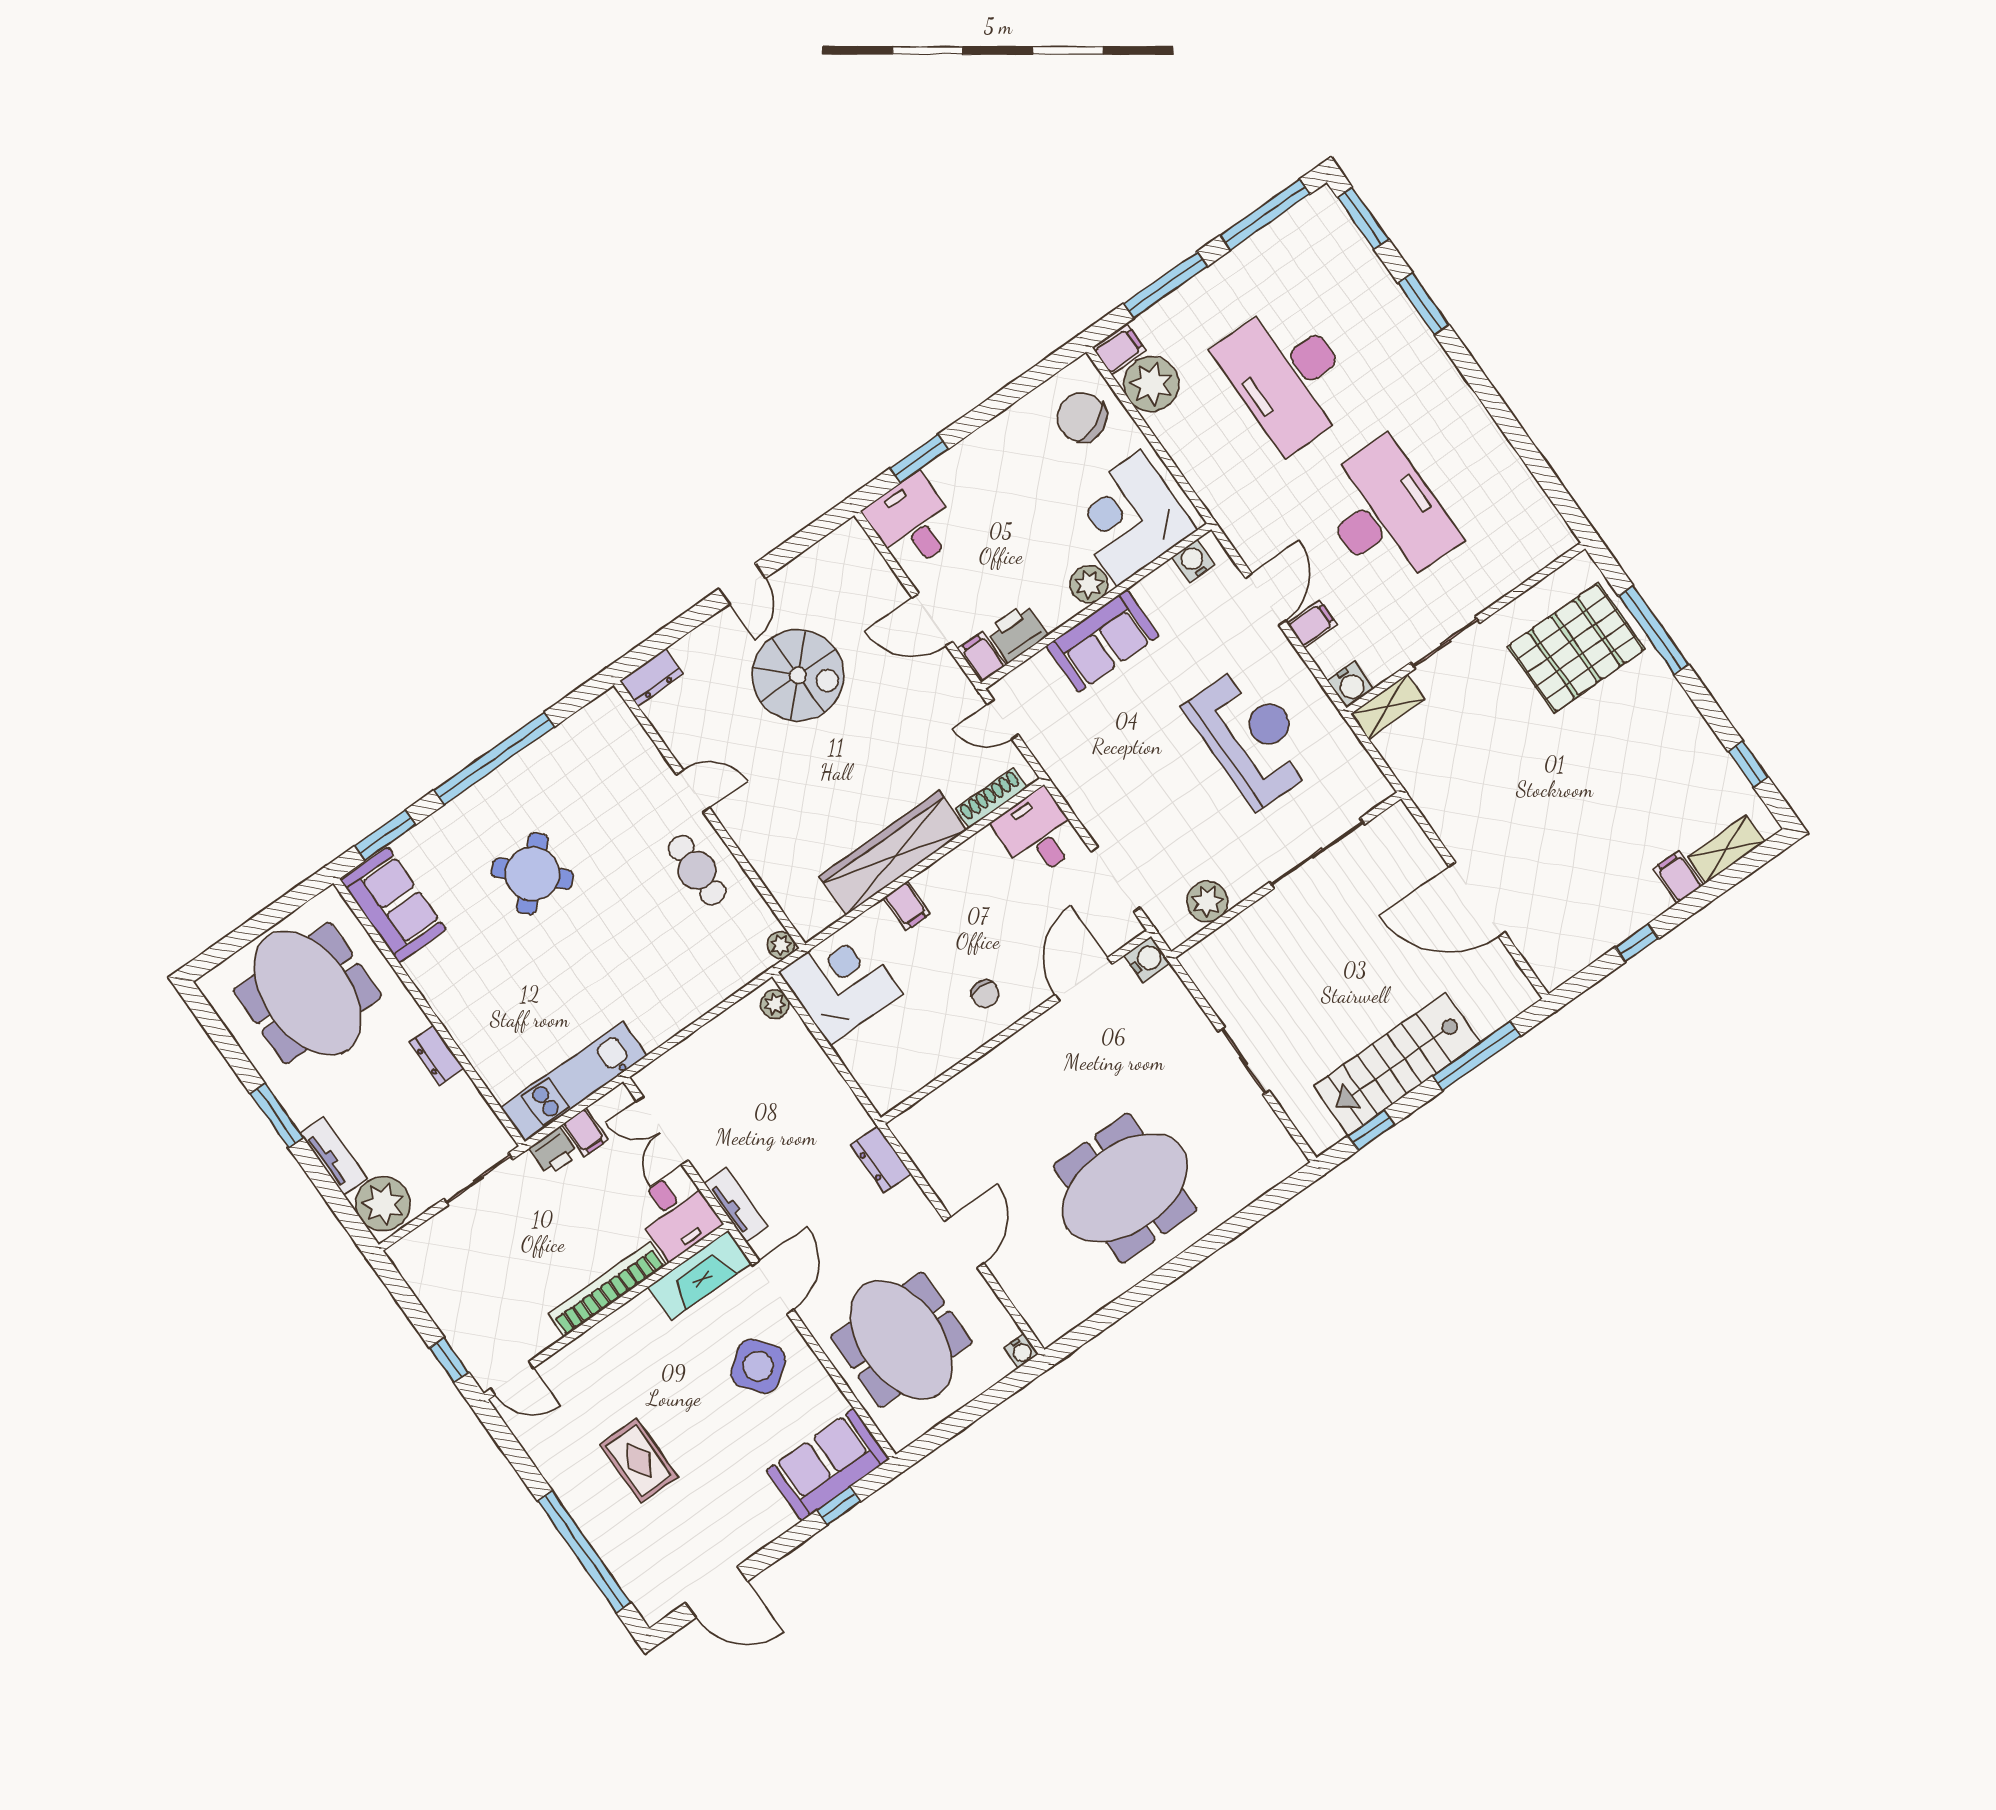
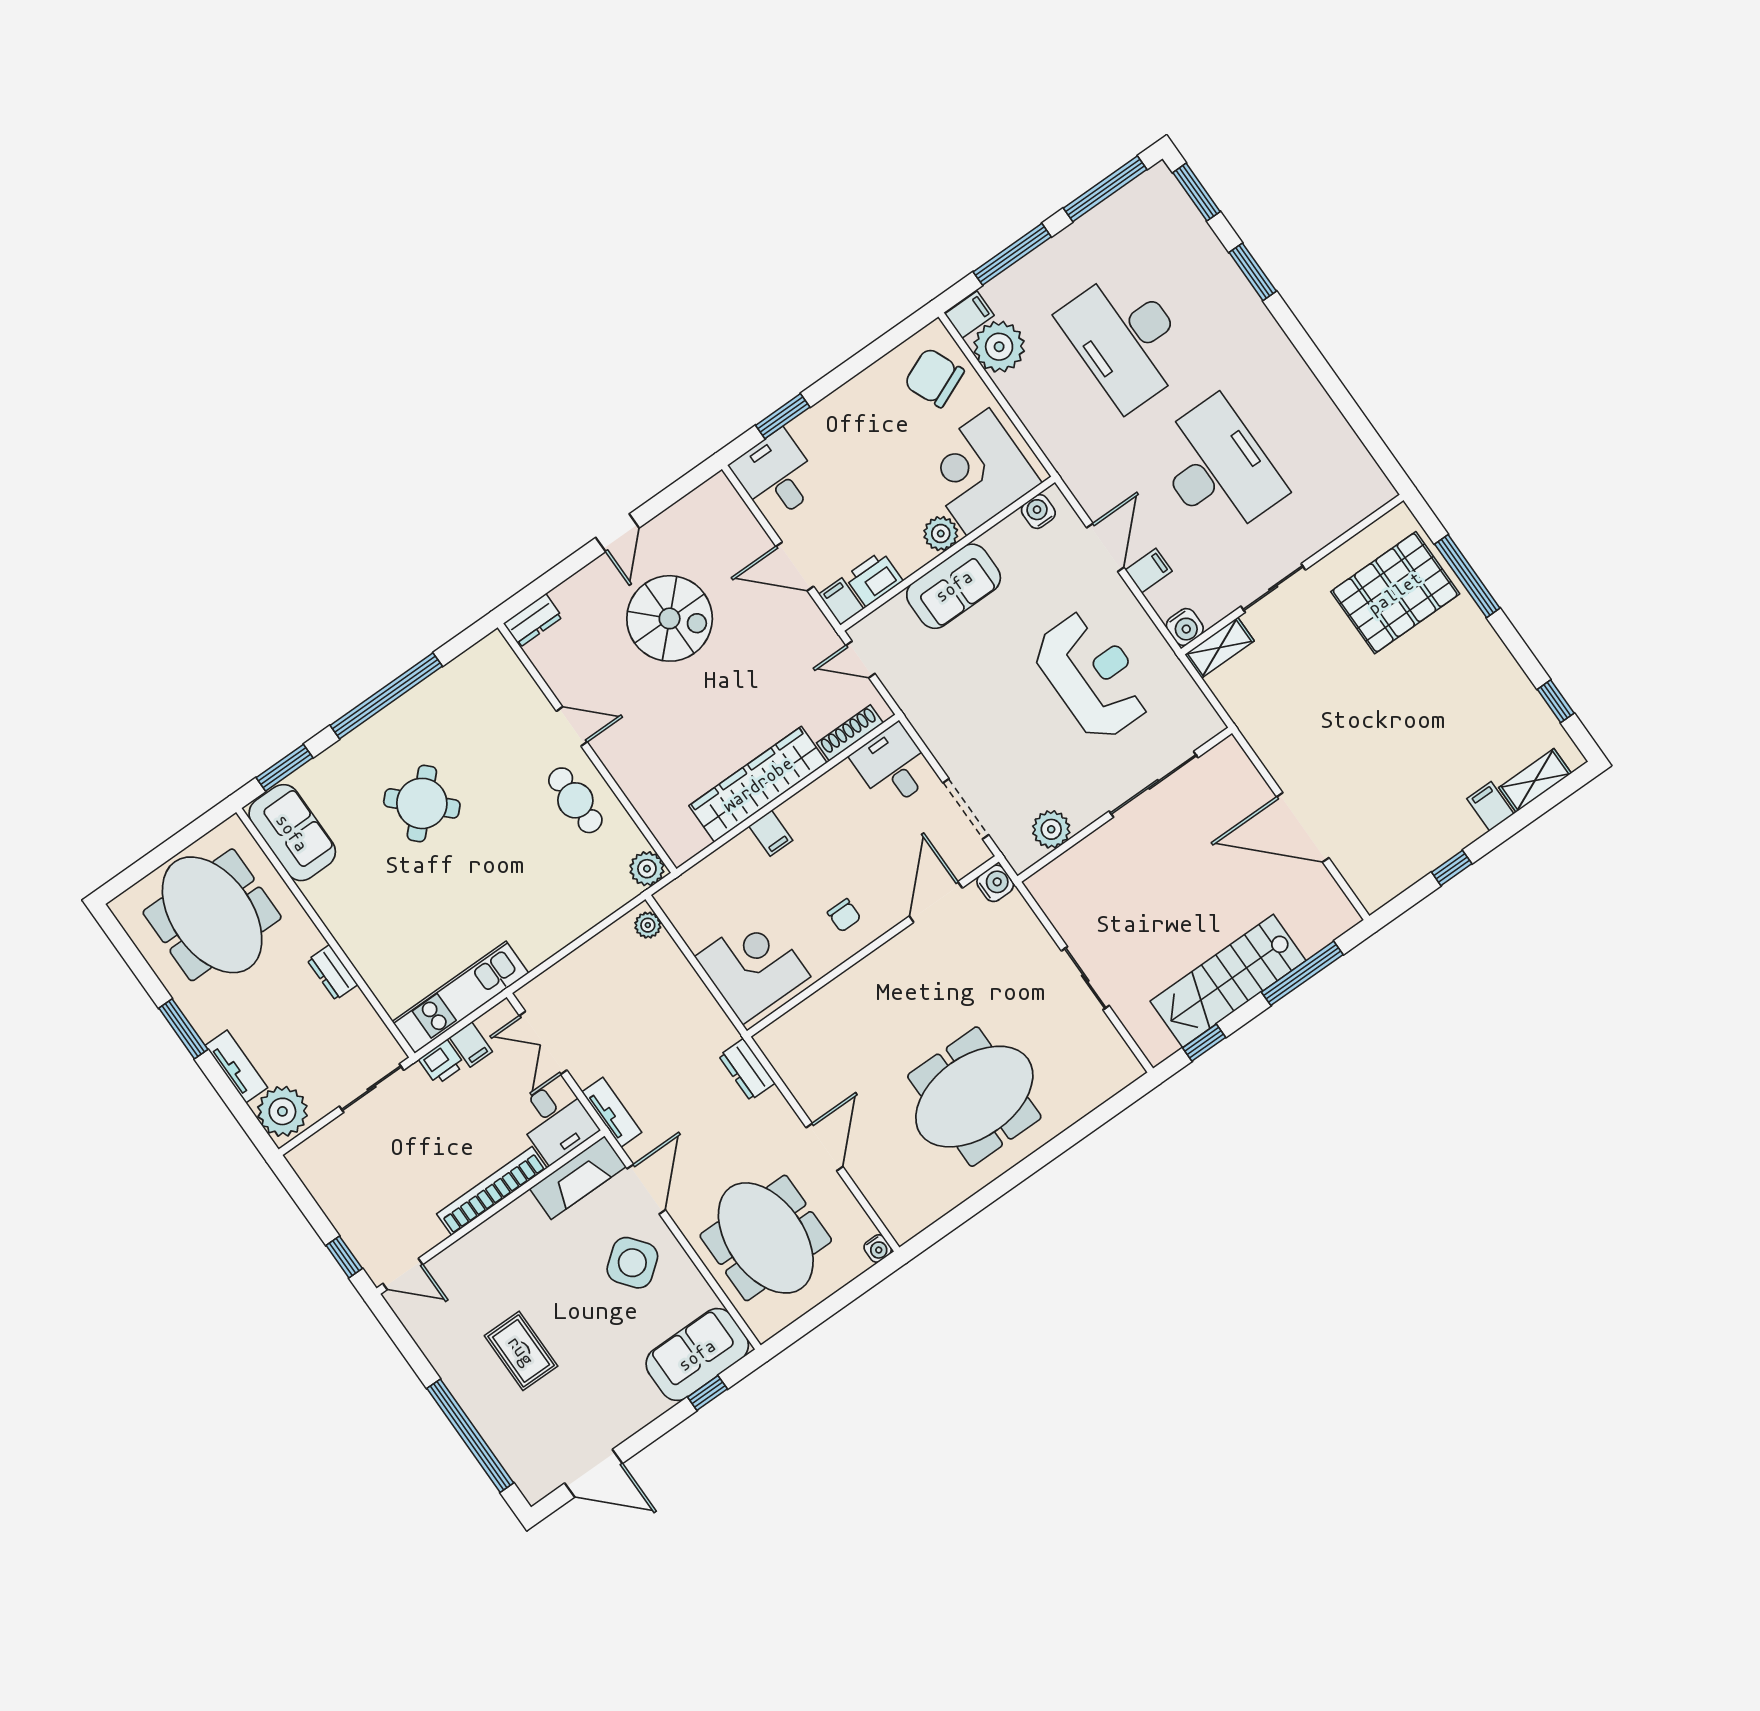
plant: (781, 945) -> (647, 869), width x1.38, depth x1.38
corner desk: (841, 983) -> (753, 967), moved

